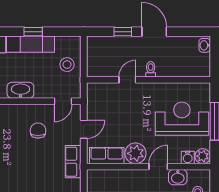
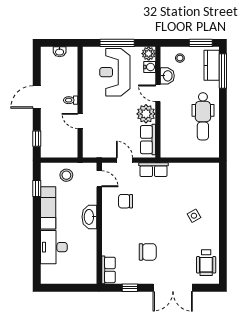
window: (33, 32) -> (37, 189), moved
window: (123, 32) -> (37, 139), moved
washbasin: (205, 45) -> (60, 52), moved

